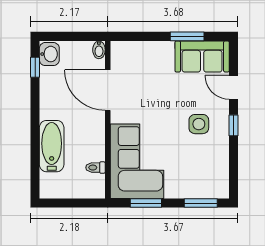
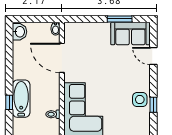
window: (35, 67) -> (9, 102), moved
side table: (199, 124) -> (140, 100), moved
window: (234, 125) -> (153, 105), moved

